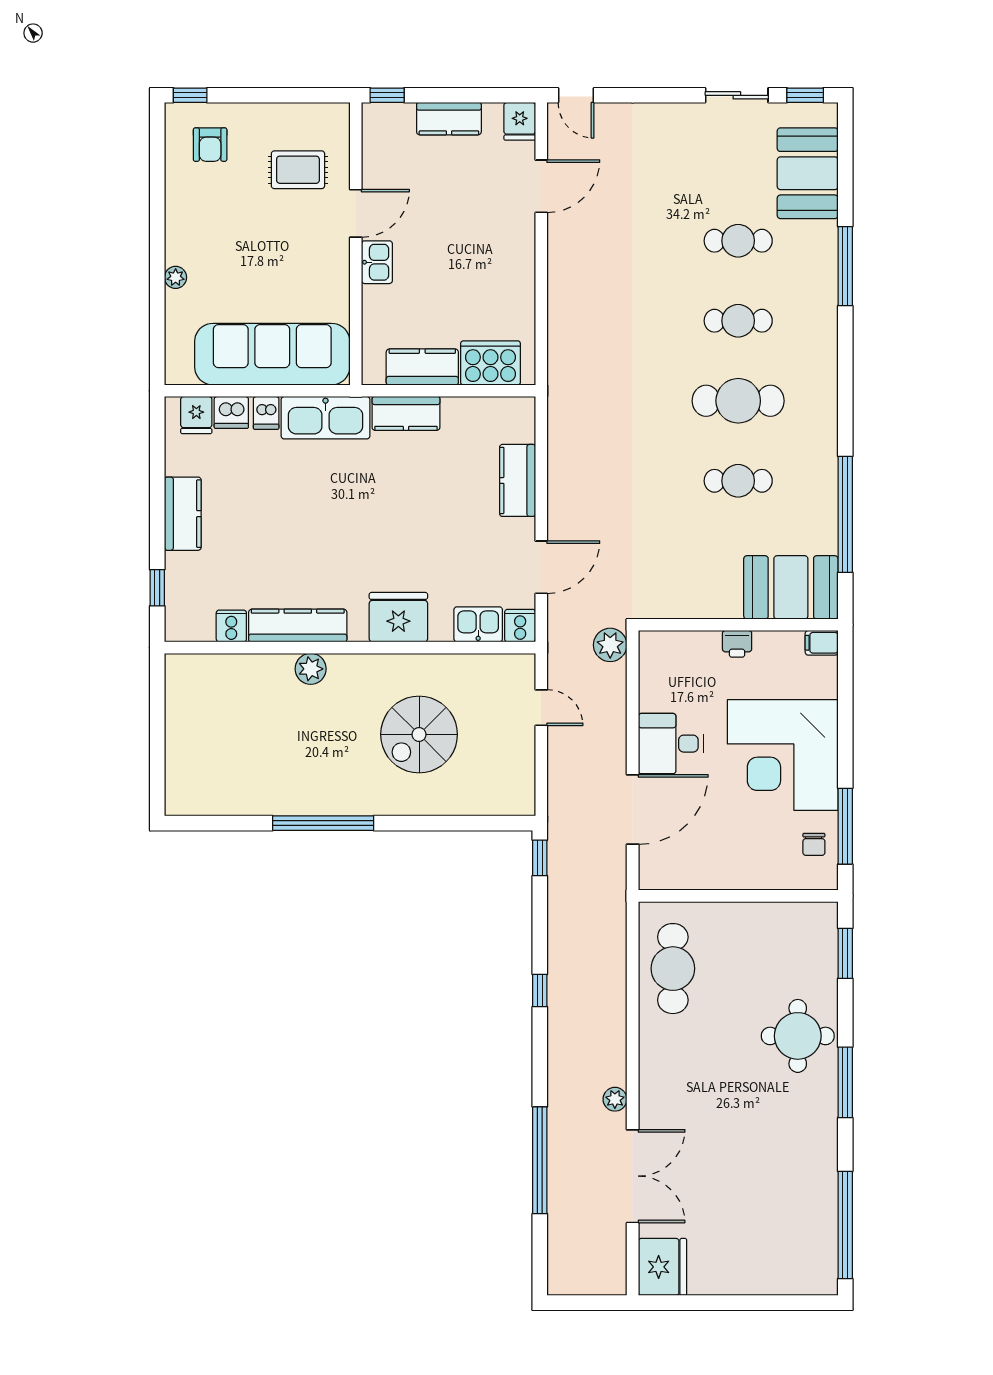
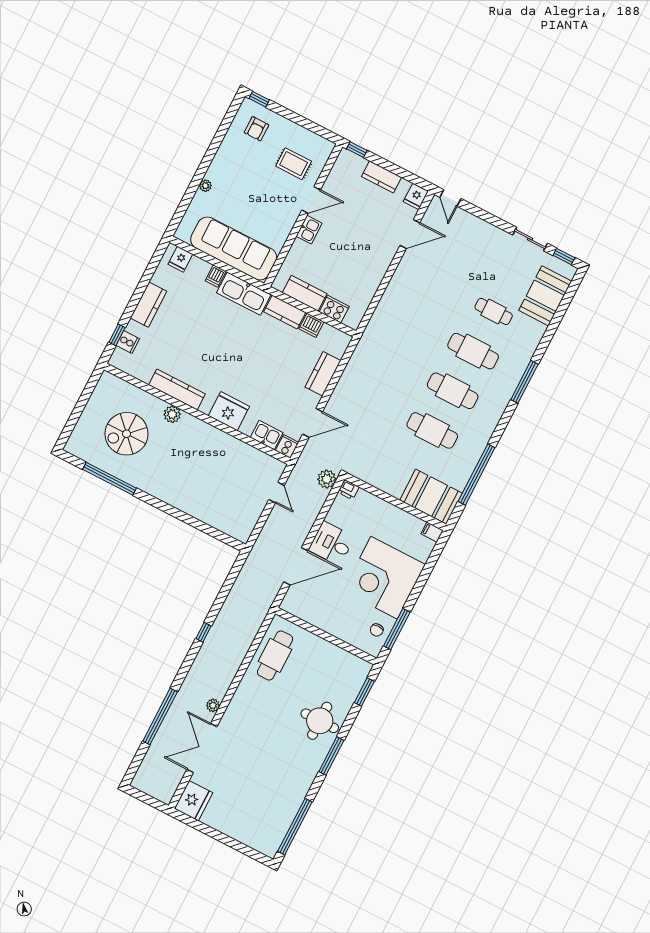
window: (845, 266) -> (524, 382), moved
cafe table: (738, 321) -> (473, 351), width x1.37, depth x1.35
cooker: (491, 363) -> (334, 309), width x0.73, depth x0.76
dishwasher: (231, 412) -> (311, 325), moved
cafe table: (738, 481) -> (432, 430), width x1.37, depth x1.35
cooker: (231, 626) -> (128, 342), moved, turned 90
printer: (737, 644) -> (349, 490), moved
spiral stairs: (419, 734) -> (127, 434), moved
window: (323, 823) -> (109, 479), moved
window: (540, 858) -> (237, 567), removed
double door: (633, 1176) -> (202, 748), swing flipped

